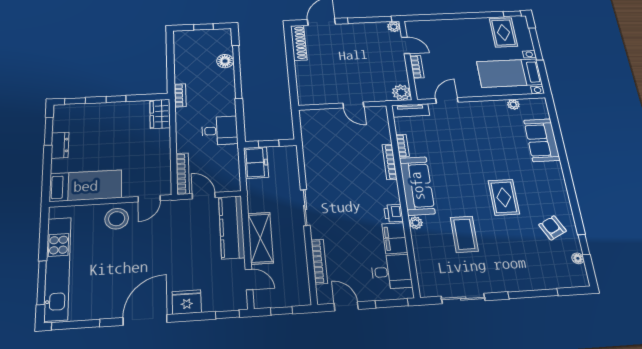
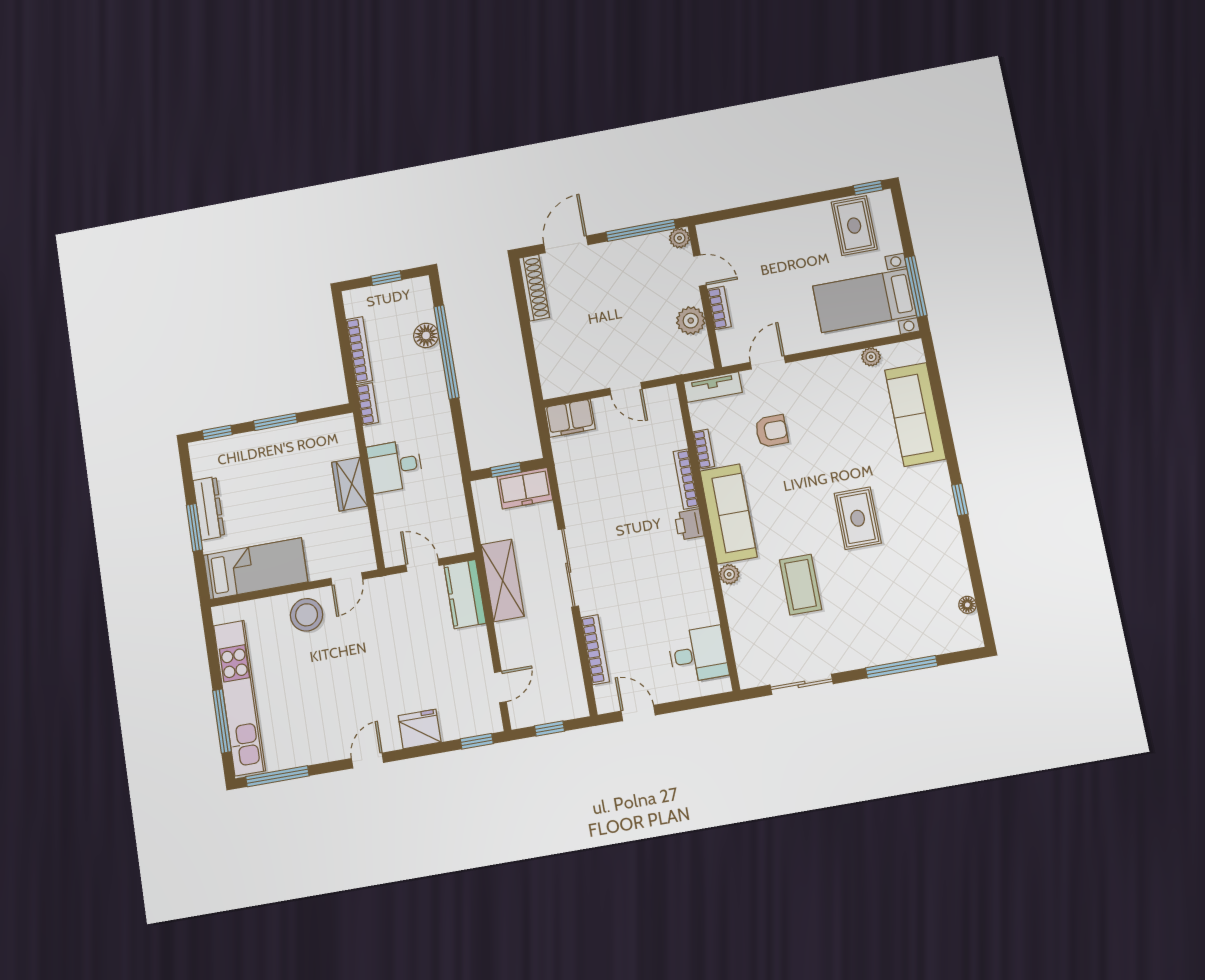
window: (536, 44) -> (916, 286), moved
plant: (401, 93) -> (691, 321), moved
window: (116, 99) -> (275, 422), width x1.50
wardrobe: (160, 114) -> (350, 484), moved
window: (49, 131) -> (195, 527), moved
desk: (220, 131) -> (395, 466), moved, turned 180
sofa: (542, 140) -> (915, 414), width x1.36
dresser: (60, 145) -> (209, 508), width x1.44
freezer: (256, 163) -> (525, 488), moved, turned 90
bookcase: (183, 174) -> (359, 350), moved
sliding door: (305, 207) -> (568, 568), width x1.37
printer: (393, 213) -> (689, 524), moved
kitchen counter: (232, 227) -> (465, 594), width x0.67
armchair: (553, 228) -> (771, 431), moved, turned 117
shelving: (260, 238) -> (503, 580), moved
filing cabinet: (395, 238) -> (570, 418), moved, turned -90
window: (584, 244) -> (960, 500), moved
door: (249, 279) -> (500, 687), hinge flipped
window: (392, 303) -> (701, 702), removed
door: (145, 320) -> (367, 760), width x0.53

